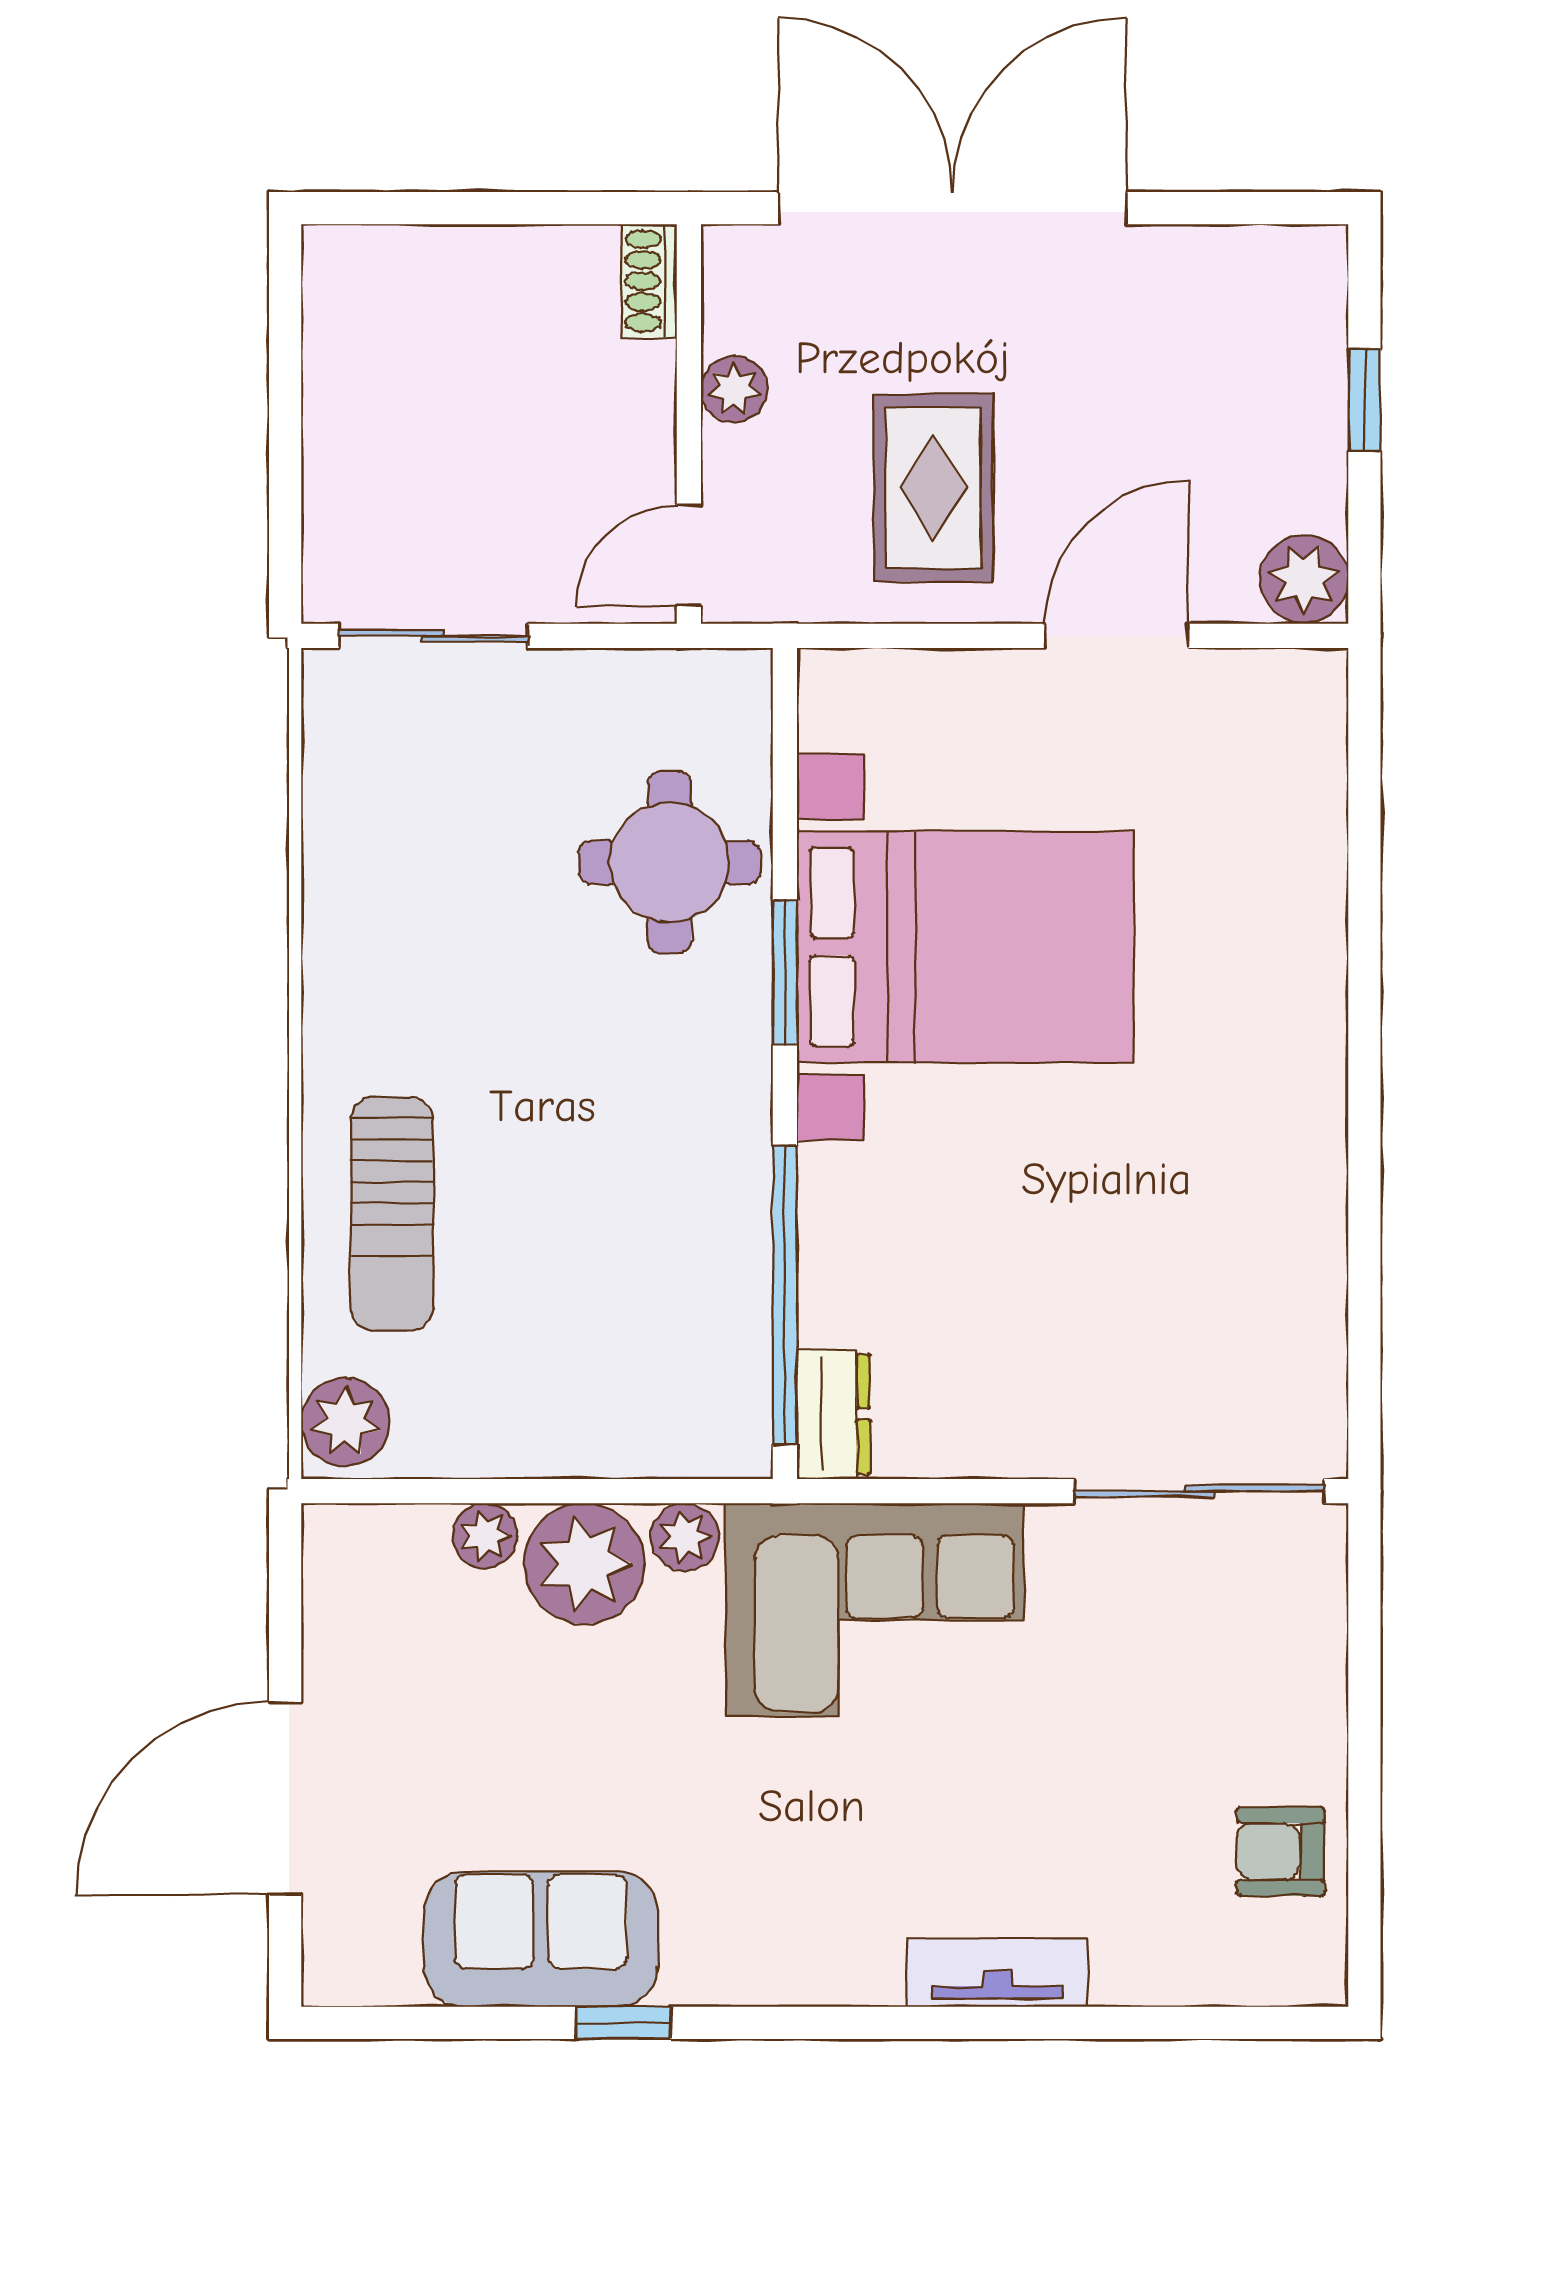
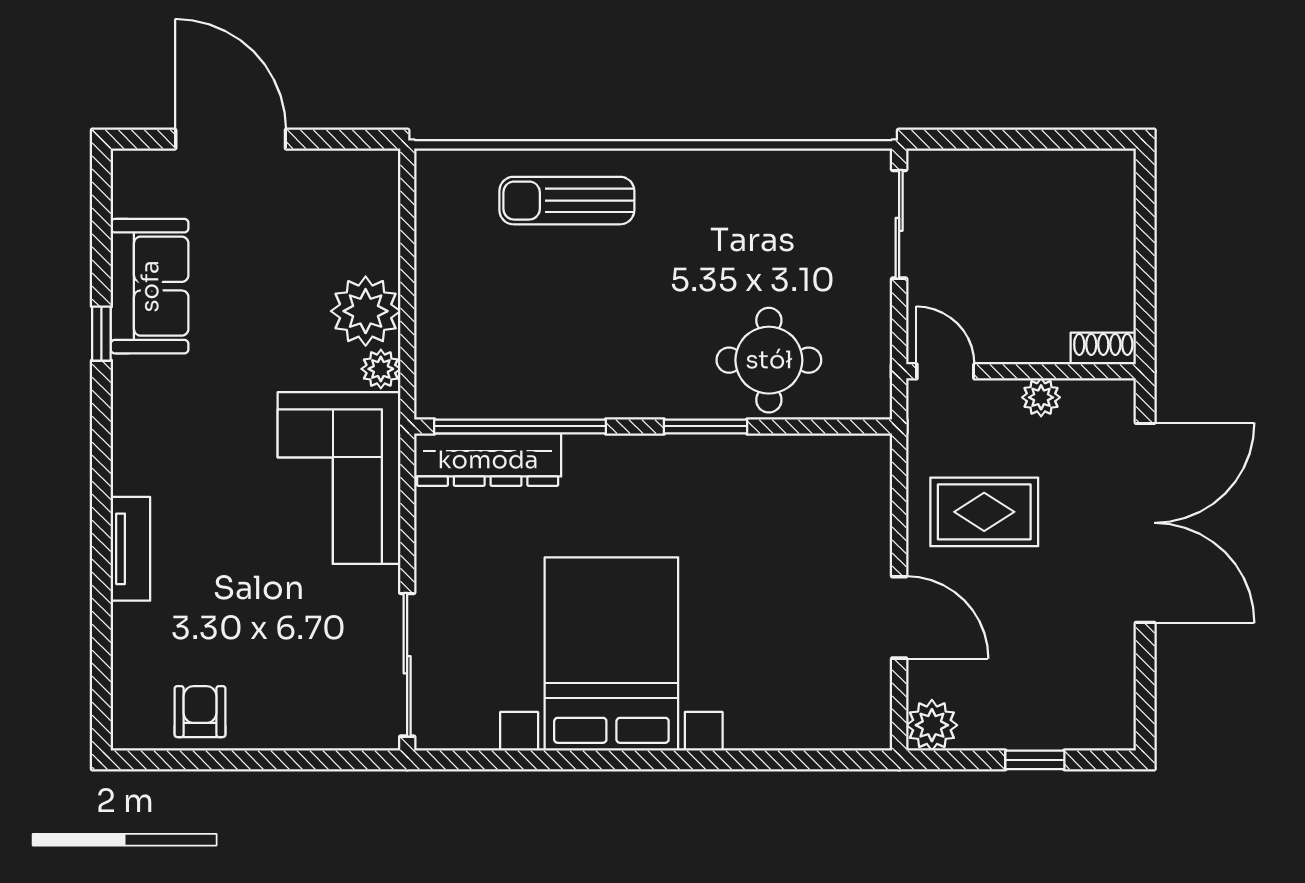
bed with nightstands: (965, 947) -> (611, 654), moved, turned 180
dresser: (834, 1414) -> (488, 460), width x1.96, depth x1.24
plant: (345, 1422) -> (447, 174), removed
plant: (485, 1536) -> (382, 254), removed

